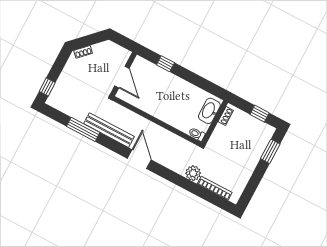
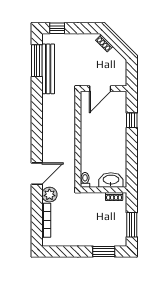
window: (260, 114) -> (132, 225), width x1.50
window: (83, 129) -> (37, 61), moved
bench: (109, 130) -> (48, 69), moved
door: (139, 159) -> (37, 174), moved

